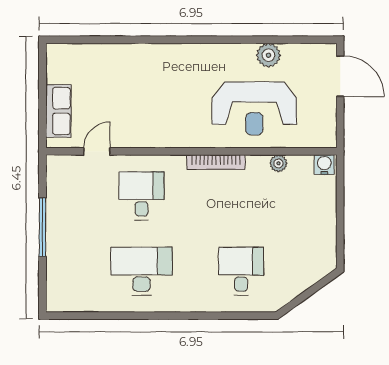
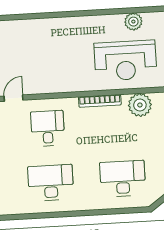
plant: (278, 163) -> (140, 105), width x1.88, depth x1.88
desk: (241, 271) -> (123, 179), width x1.37

